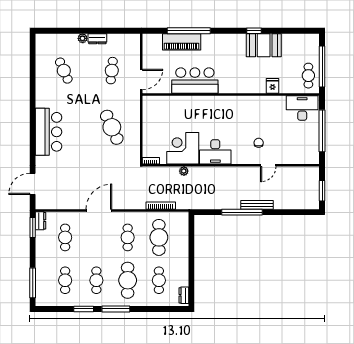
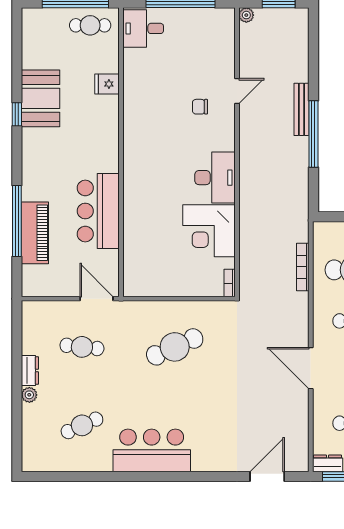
desk: (302, 108) -> (143, 28), width x0.73
bar counter: (49, 132) -> (152, 450), moved
door: (268, 165) -> (237, 91), hinge flipped
plant: (184, 171) -> (246, 15), moved
door: (33, 184) -> (267, 476), swing flipped

